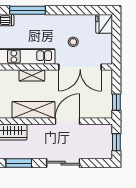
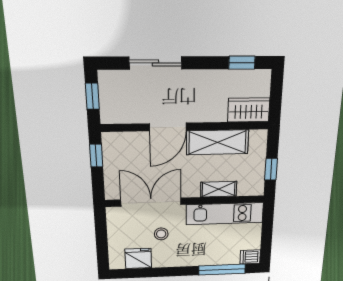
fridge: (104, 24) -> (138, 258), moved, turned -90
window: (19, 163) -> (242, 63), width x0.67
sliding door: (63, 163) -> (155, 63), moved

